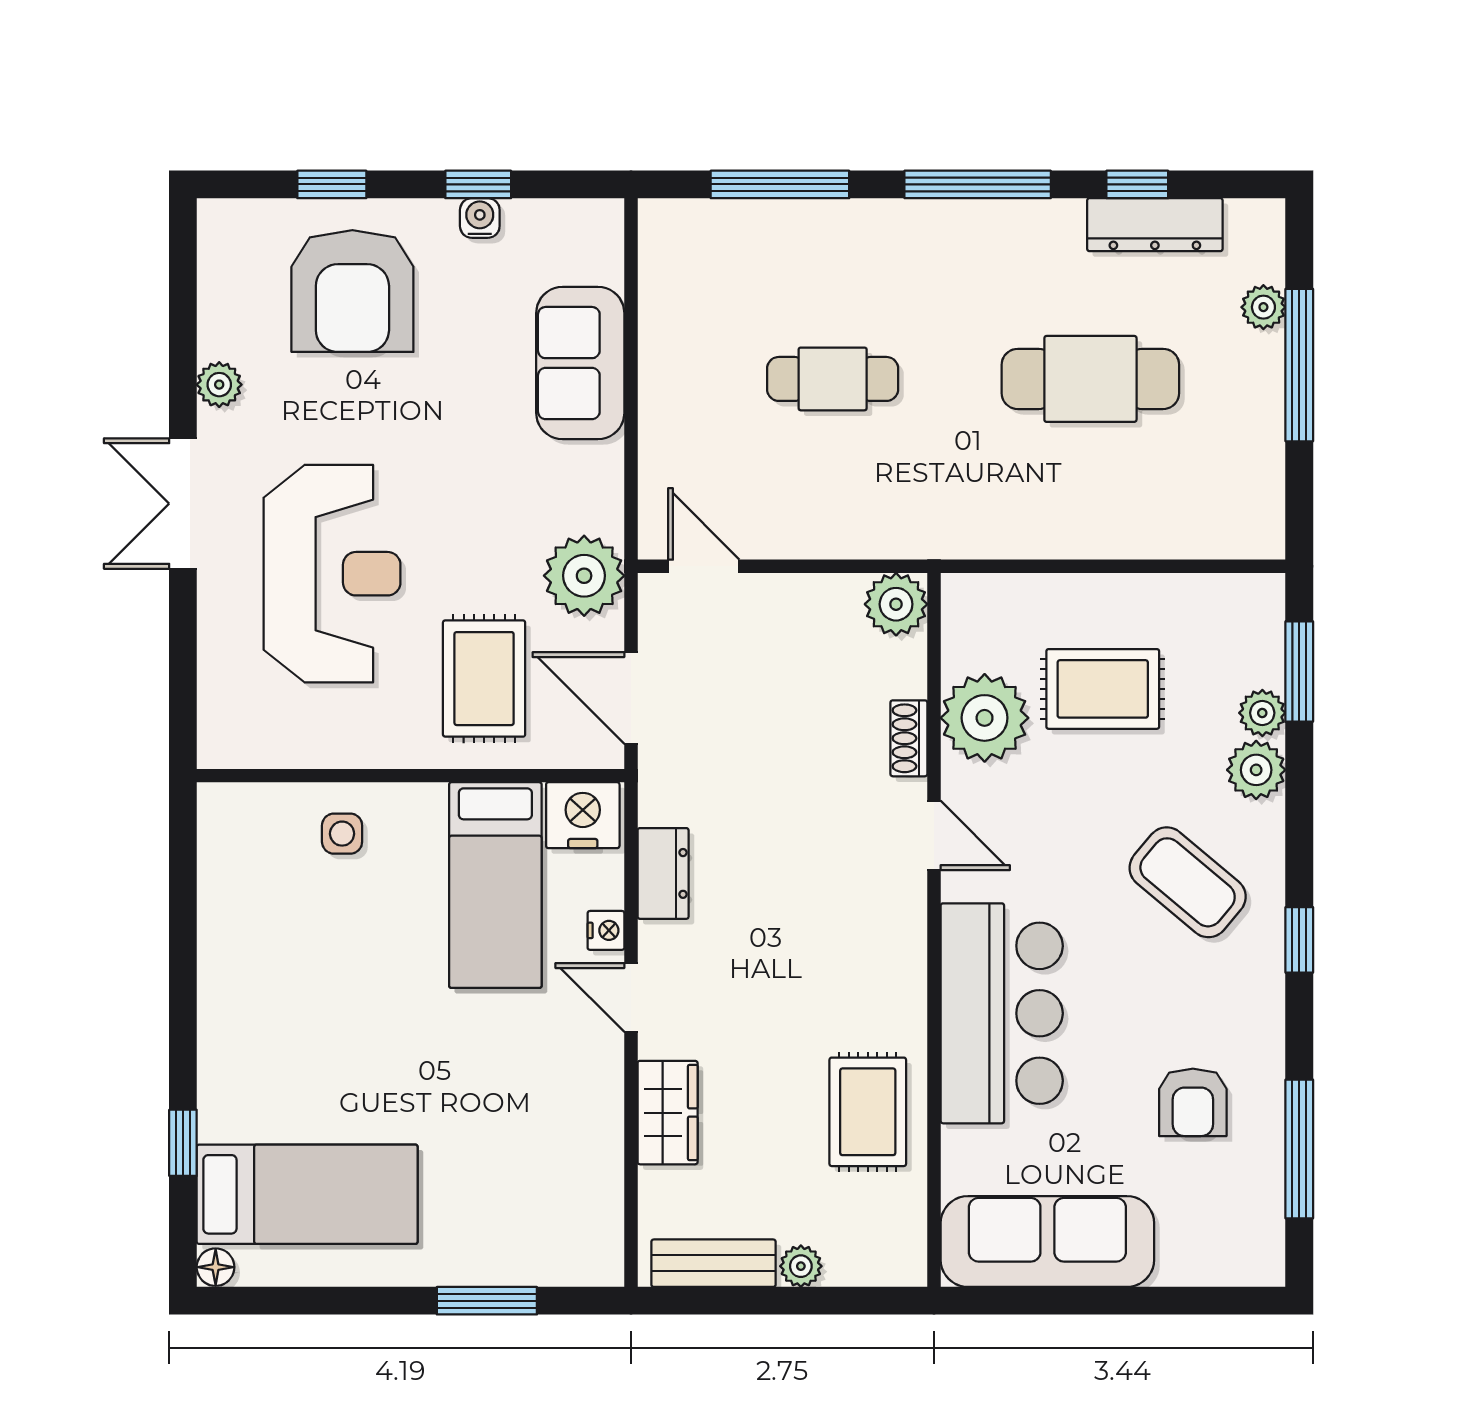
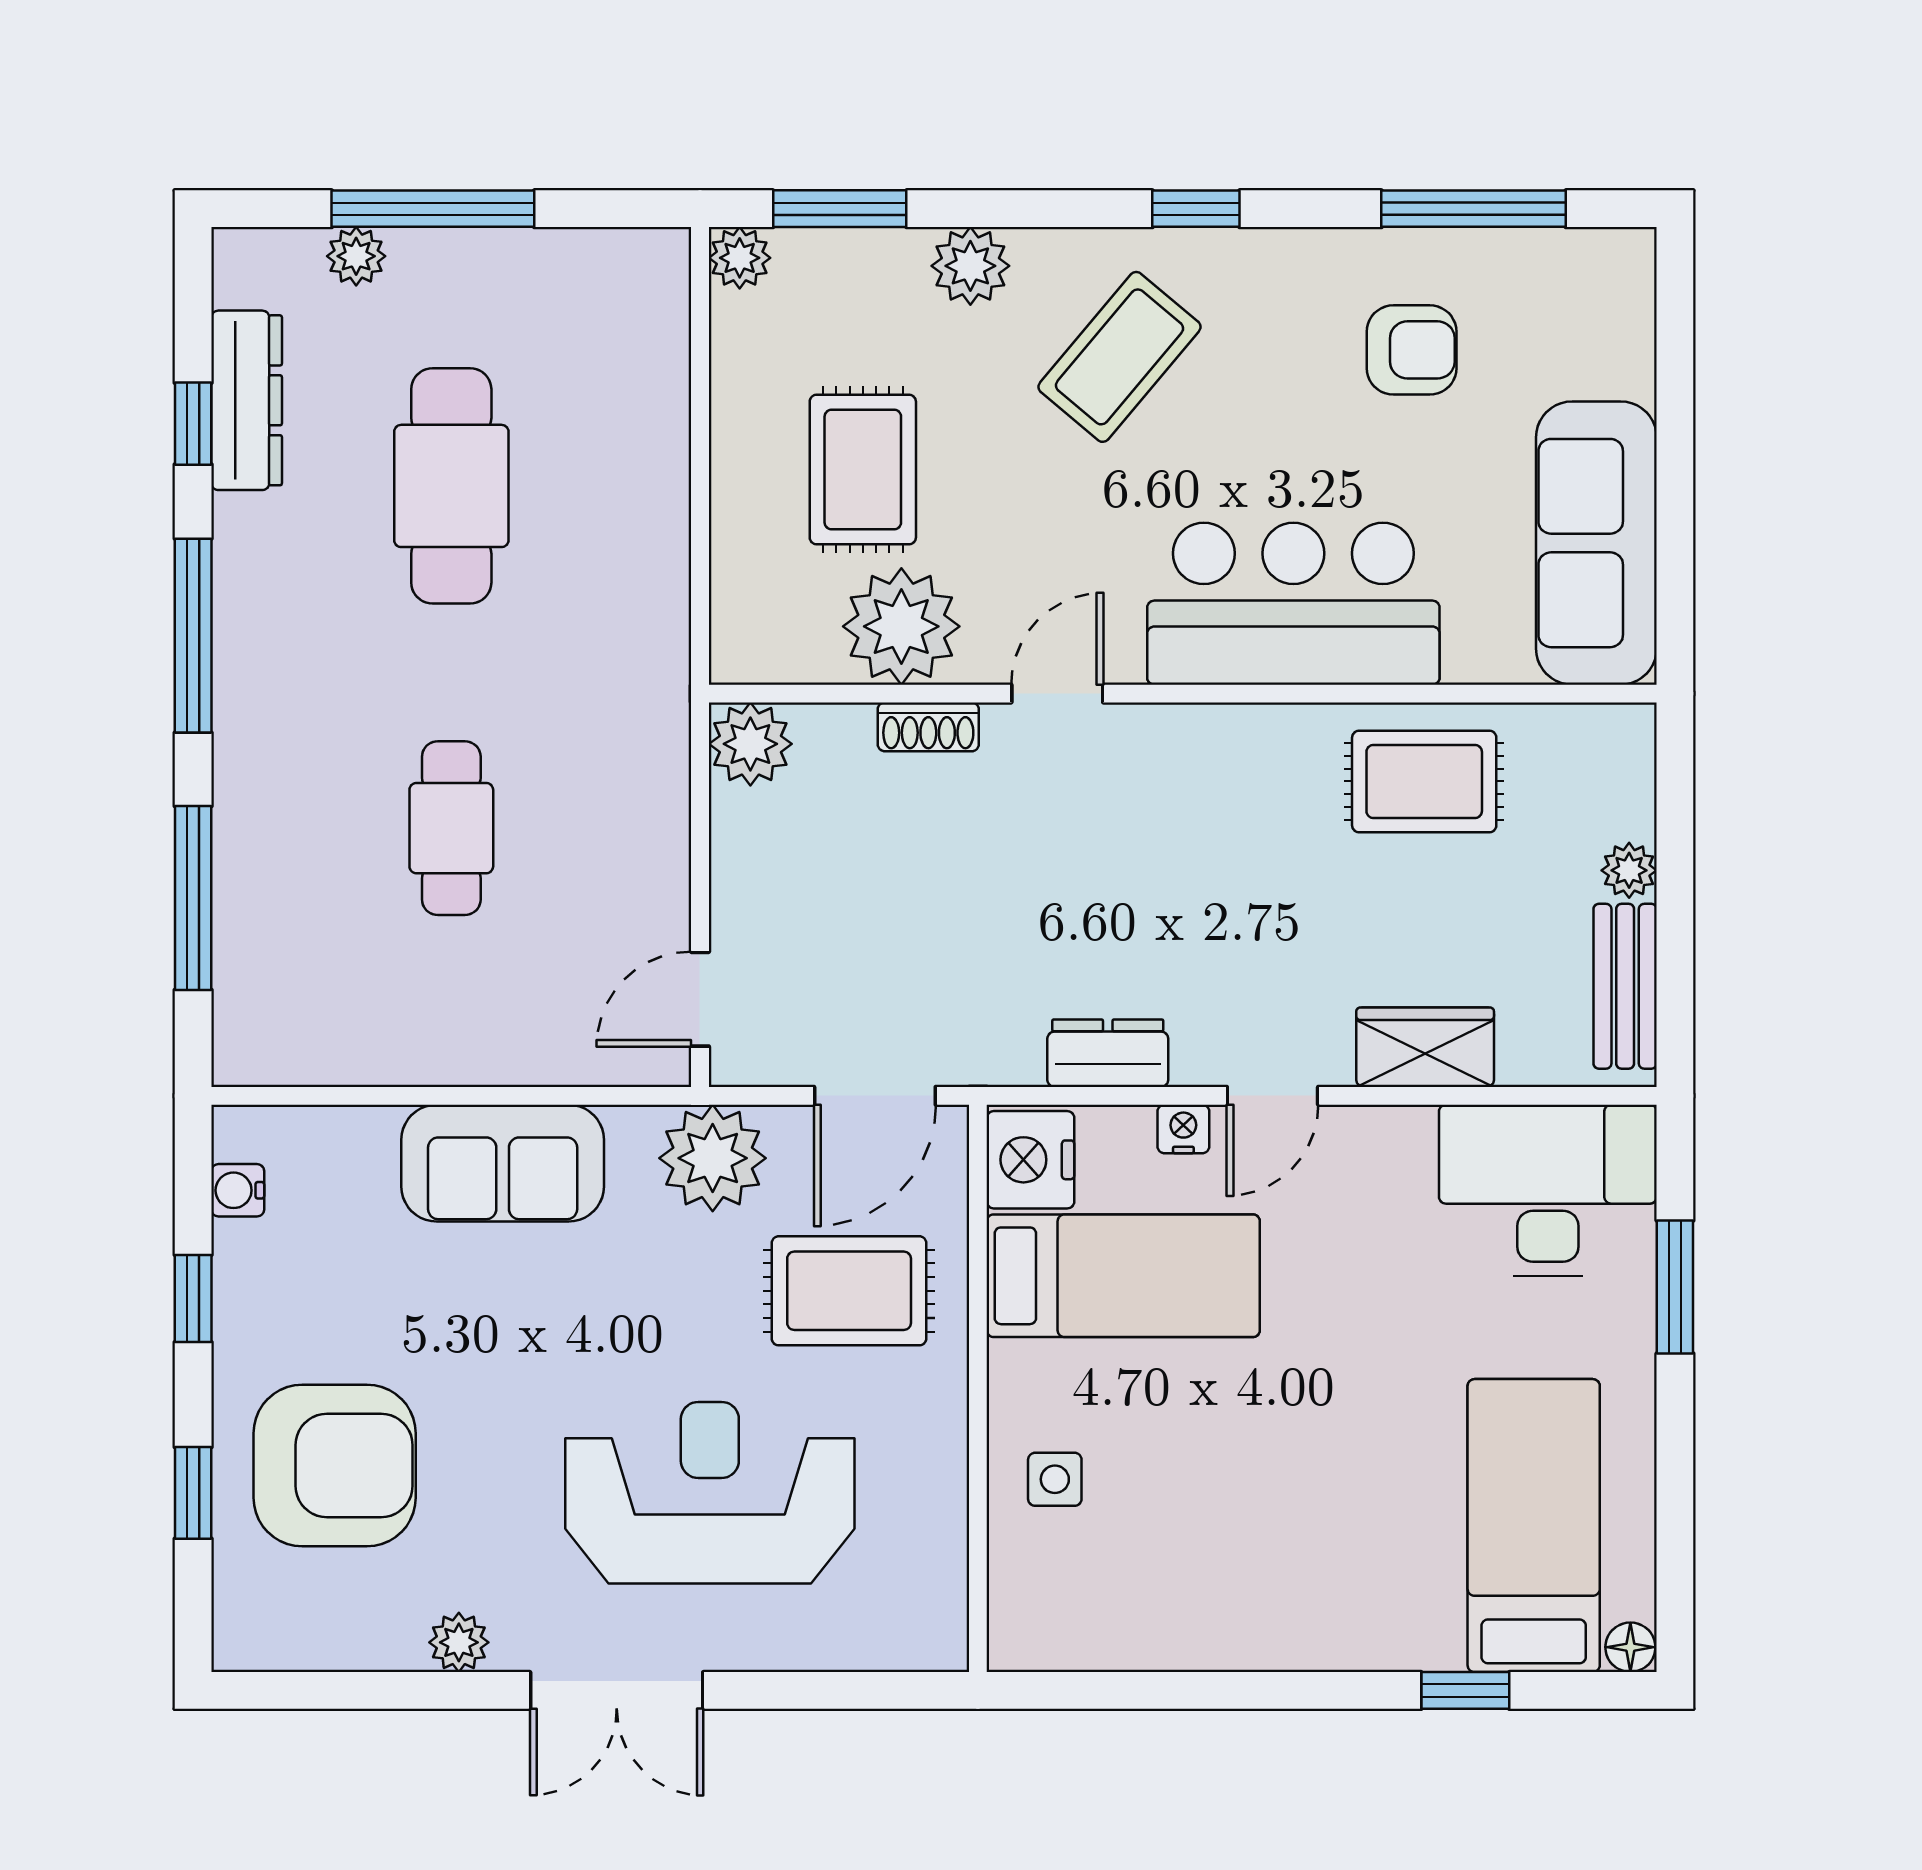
water cooler: (480, 218) -> (238, 1190), moved
sofa: (580, 363) -> (503, 1163), moved
plant: (1262, 713) -> (740, 258), moved
desk: (560, 1205) -> (1548, 1190), added

